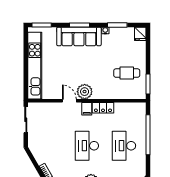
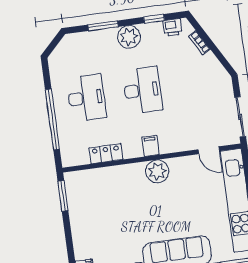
cafe table: (127, 73) -> (97, 208), removed
door: (69, 101) -> (209, 150), moved
locker: (103, 108) -> (106, 154), moved

